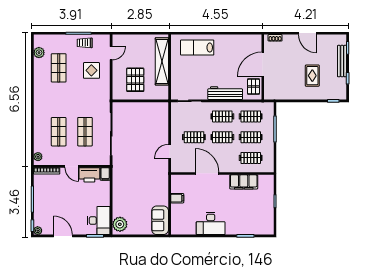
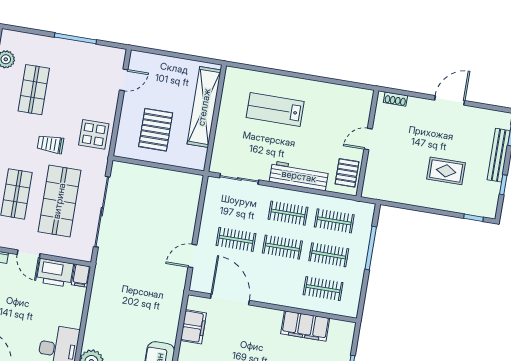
door: (308, 33) -> (450, 100), swing flipped
trolley: (85, 43) -> (50, 144), moved
lab bench: (197, 48) -> (275, 109), moved
door: (263, 64) -> (368, 139), width x0.53
display table: (91, 70) -> (94, 134), moved
rug: (312, 76) -> (446, 171), turned 90
shop shelf: (85, 132) -> (59, 201), width x1.43, depth x1.36
door: (207, 173) -> (230, 299), moved
filing cabinet: (177, 198) -> (193, 327), width x2.00

